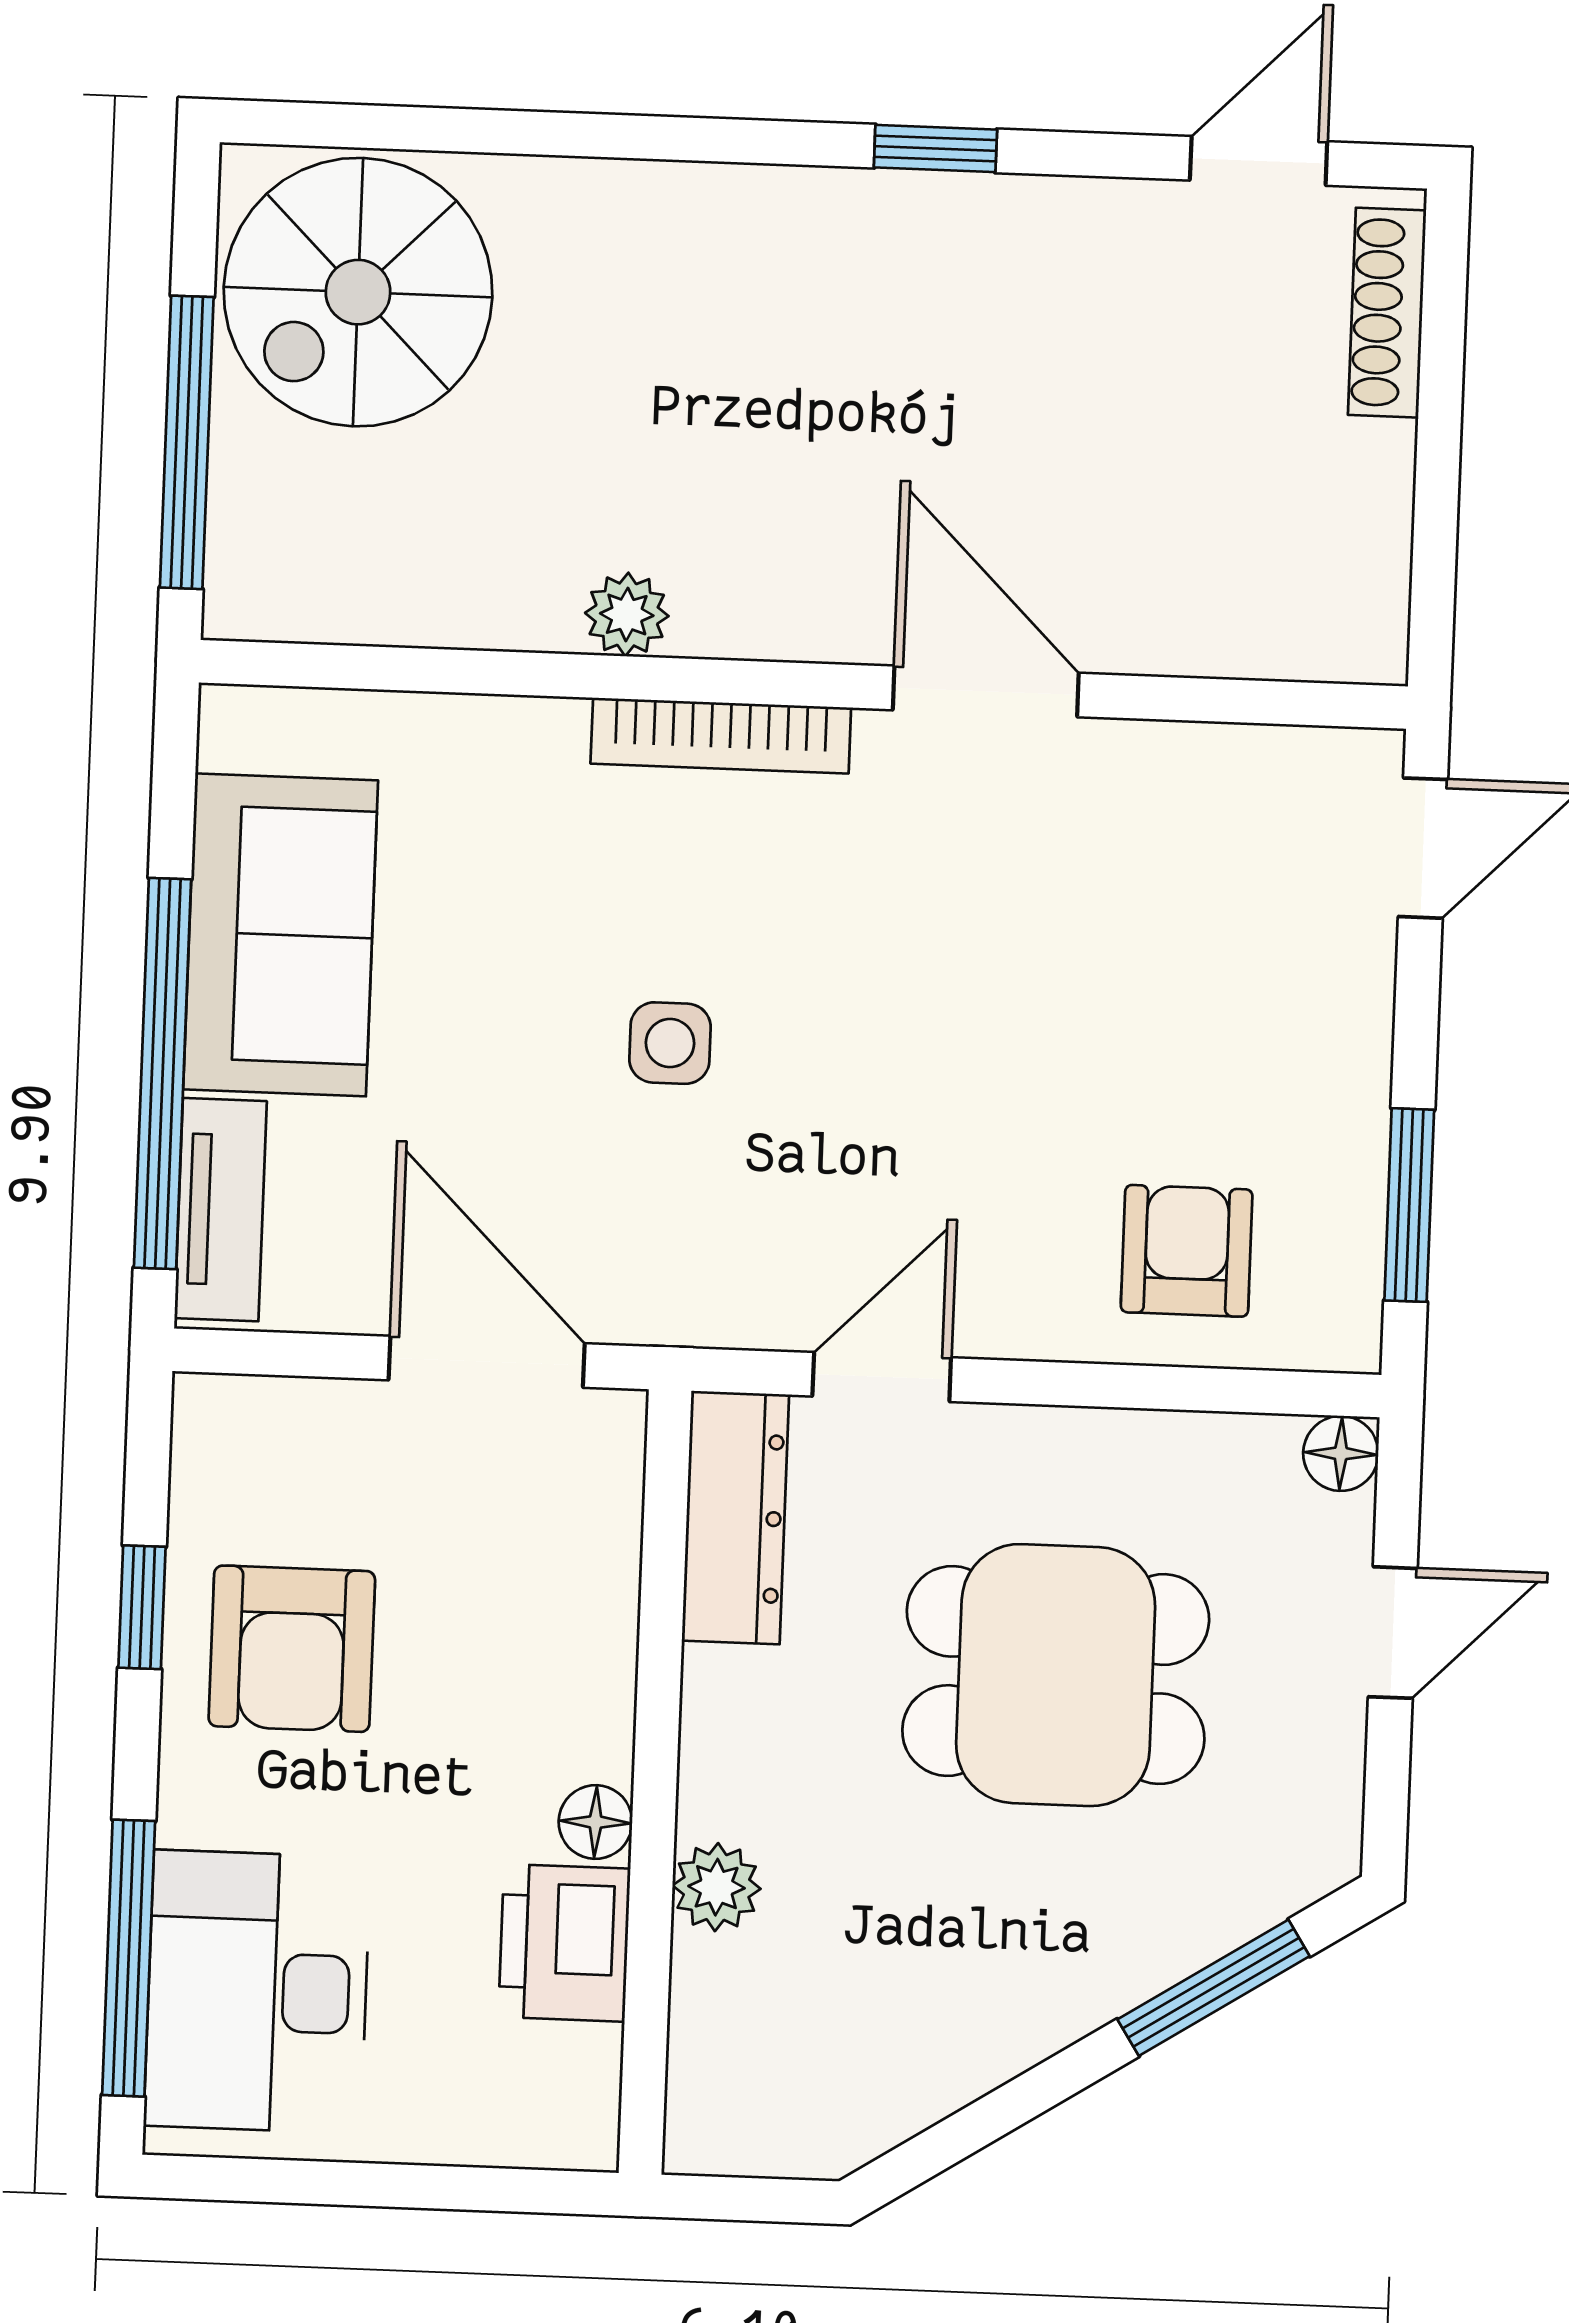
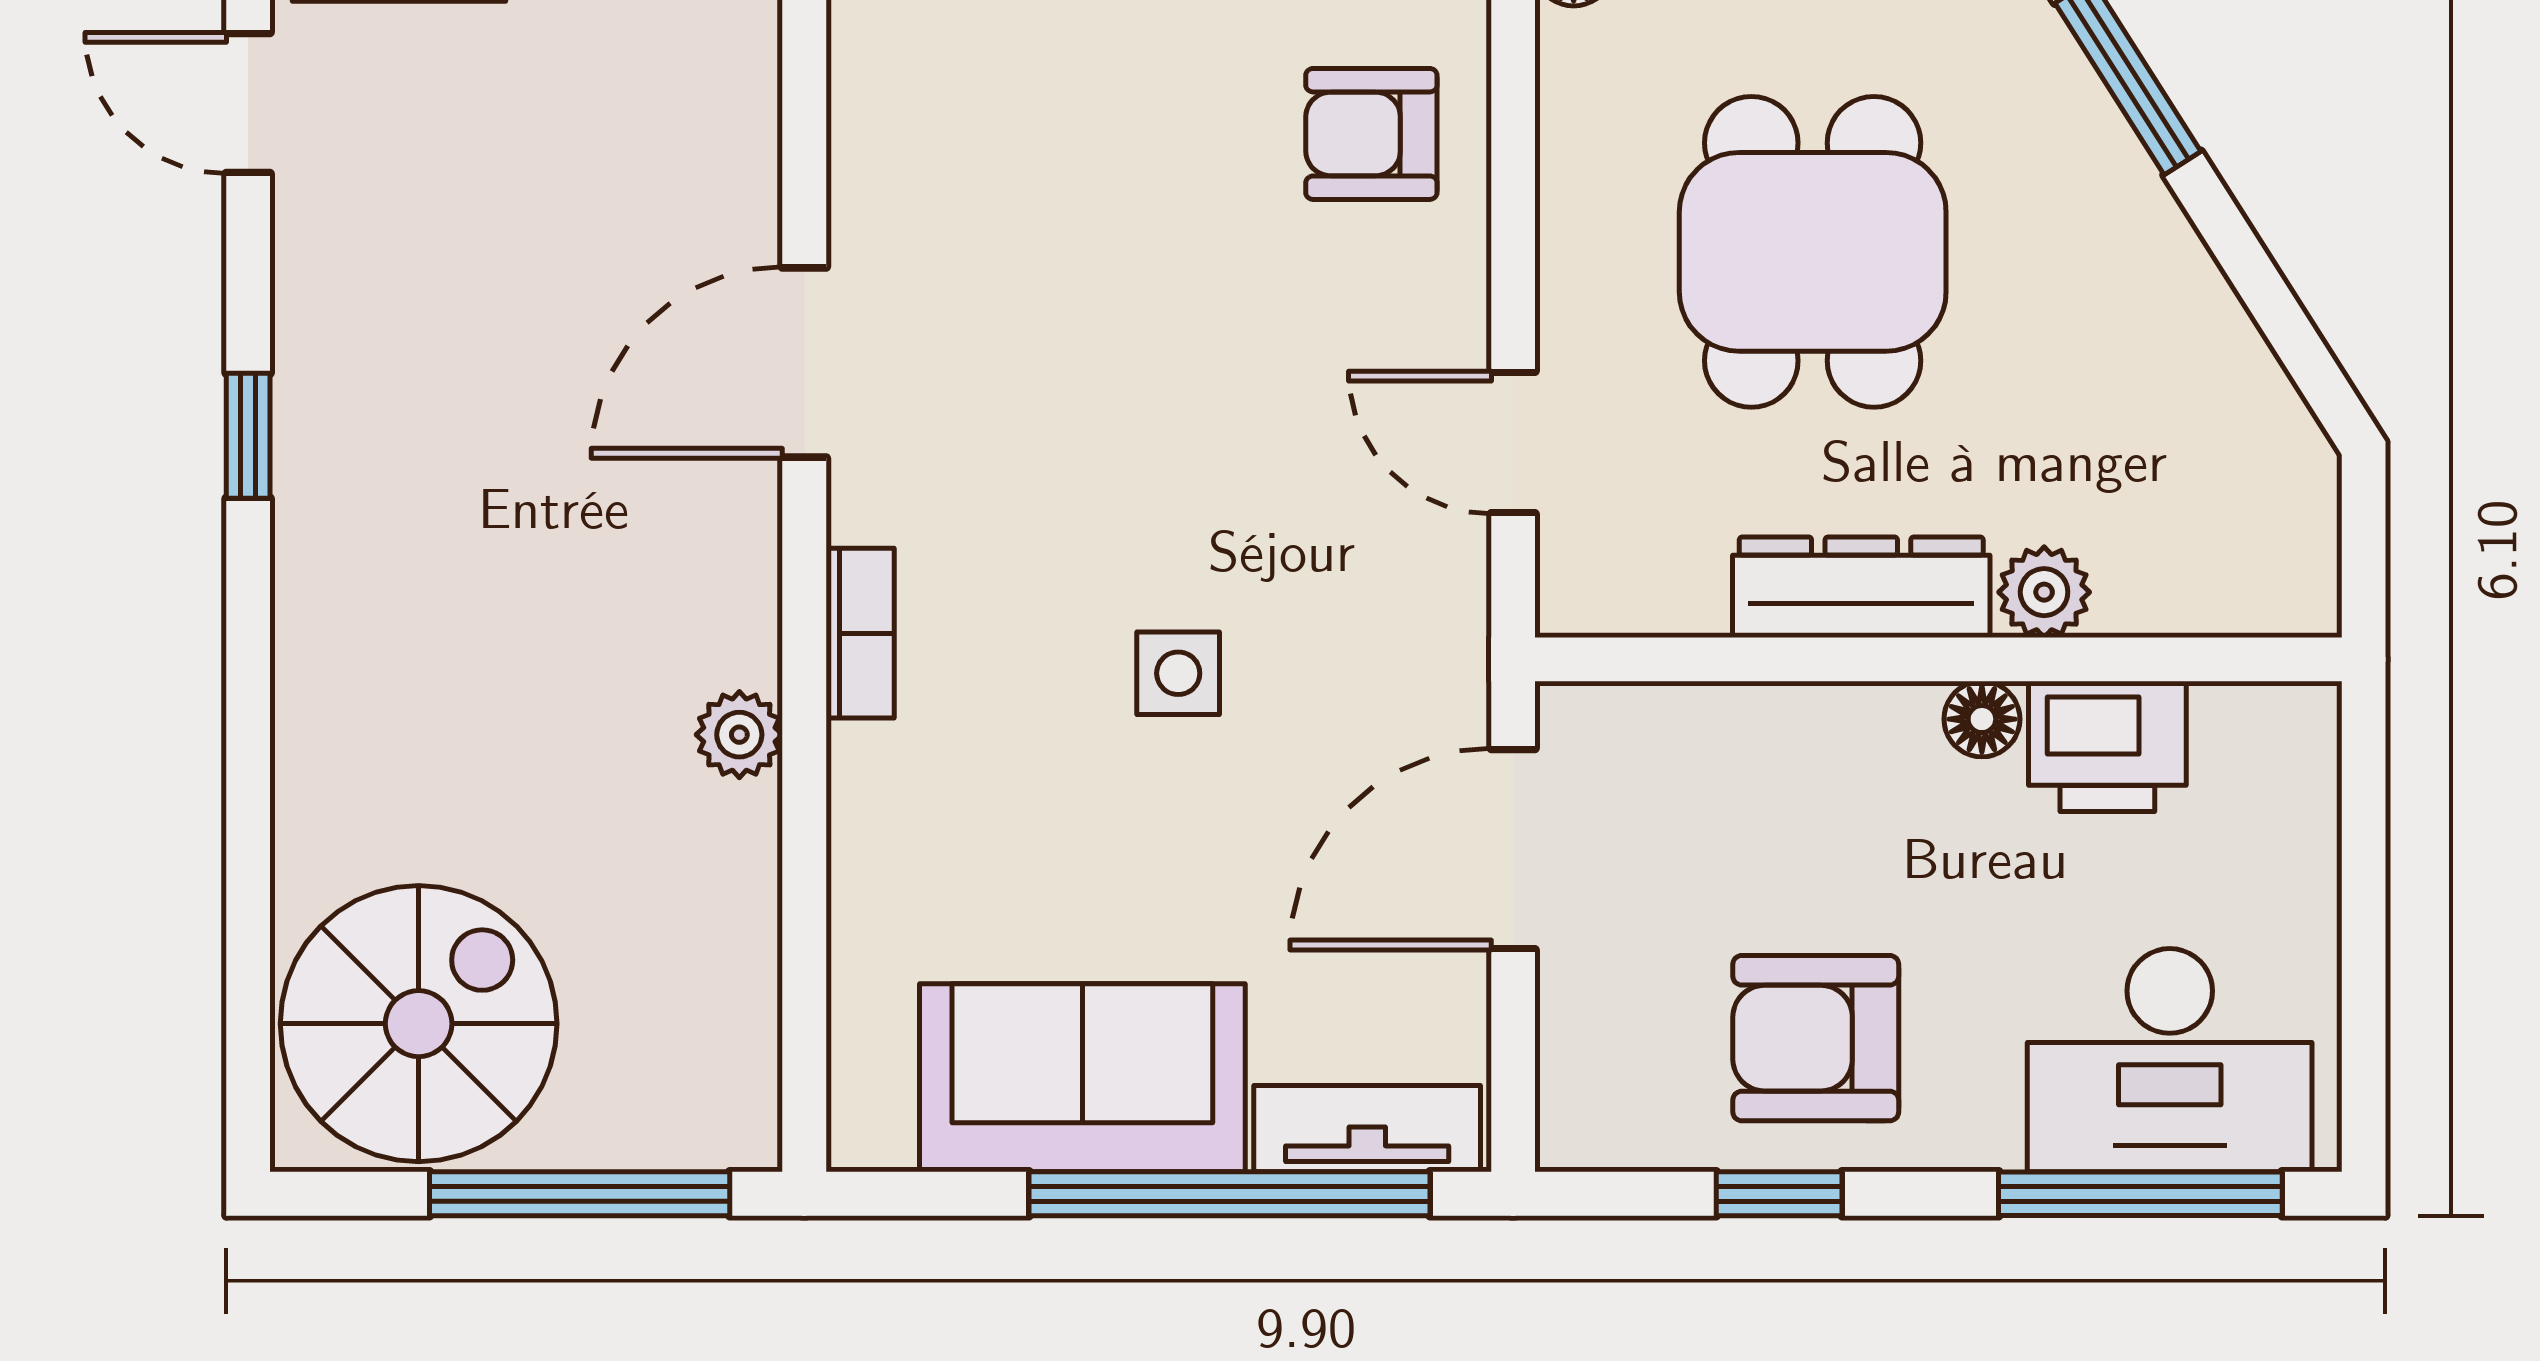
spiral stairs: (358, 292) -> (419, 1024), turned -90
bookcase: (721, 736) -> (860, 633), width x0.64
dresser: (735, 1518) -> (1861, 587), moved
armchair: (292, 1649) -> (1816, 1038), turned 180

